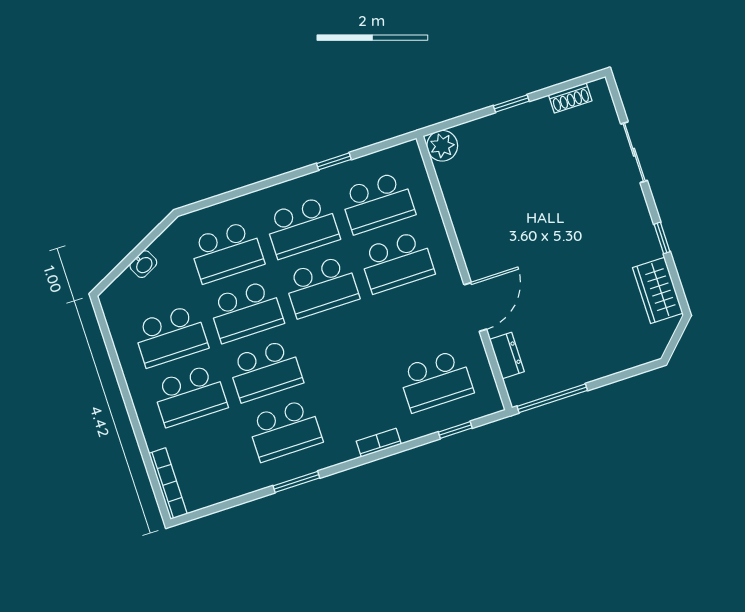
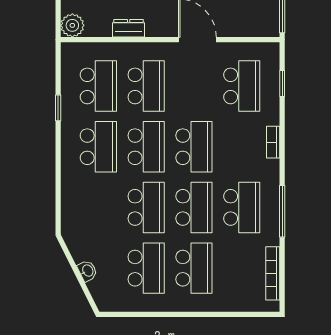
school desk: (227, 252) -> (194, 147), moved
dresser: (507, 355) -> (129, 28), moved
window: (296, 482) -> (282, 211), width x1.44
bookcase: (168, 484) -> (273, 273), moved, turned -90

